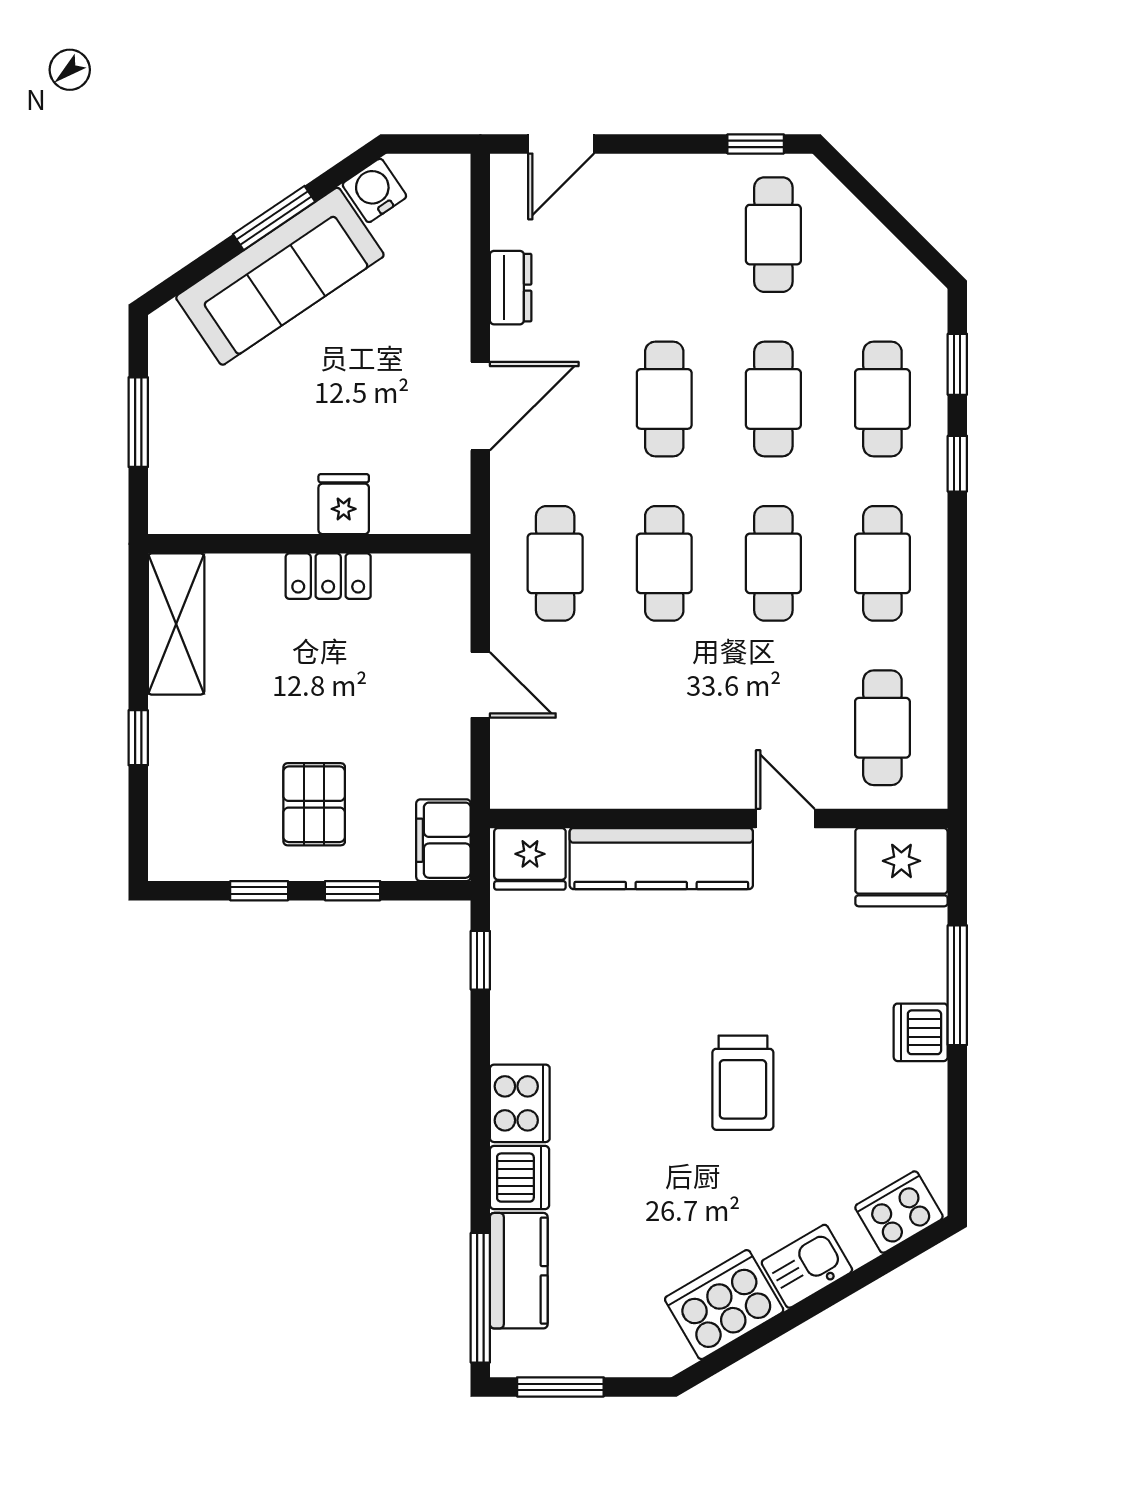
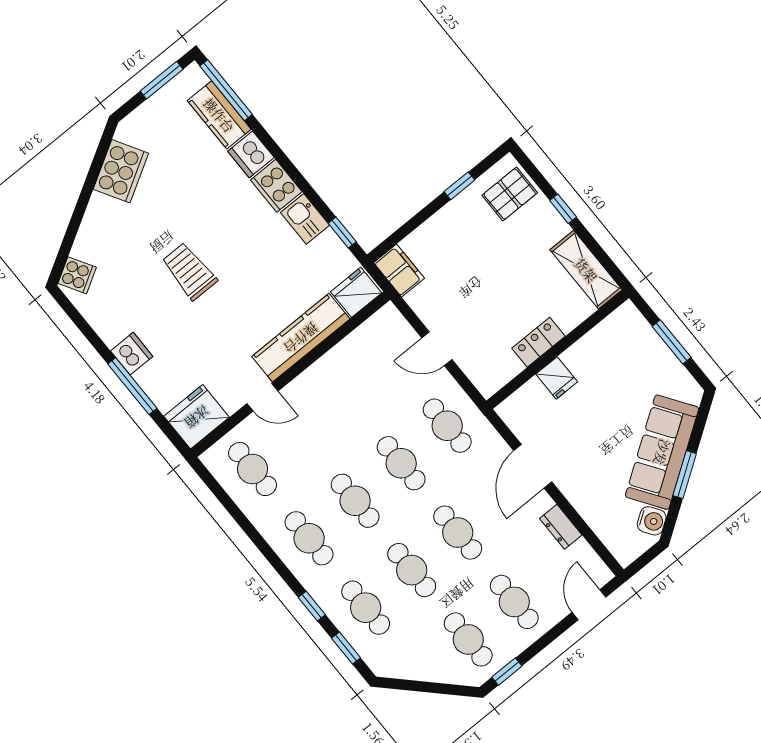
cafe table: (664, 235) -> (514, 602), added
pallet: (314, 804) -> (510, 194), moved, turned 90
window: (353, 891) -> (420, 218), removed
cooker: (899, 1212) -> (77, 275), width x0.73
kitchen sink: (807, 1266) -> (305, 219), moved, turned 120

